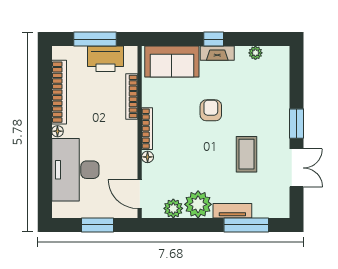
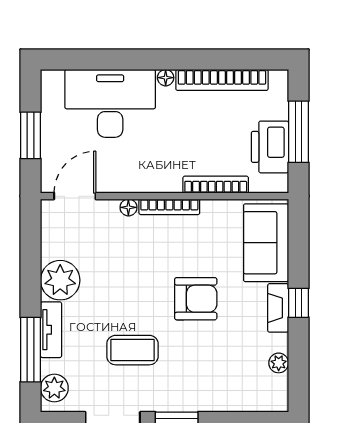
armchair: (211, 110) -> (196, 299), width x1.38, depth x1.38
plant: (173, 208) -> (54, 388), moved

